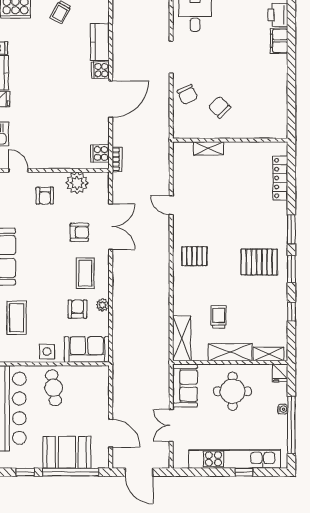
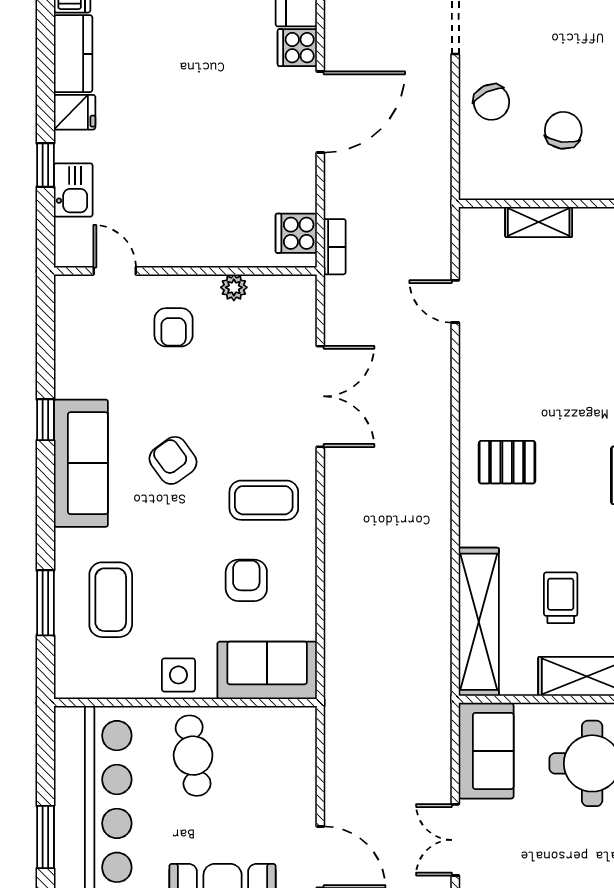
chair: (220, 107) -> (563, 130), turned 53
plant: (77, 183) -> (234, 287), width x0.53, depth x0.53
door: (171, 205) -> (455, 301), moved
armchair: (79, 232) -> (173, 460), moved, turned -126
coffee table: (85, 273) -> (264, 500), turned 90
plant: (103, 305) -> (303, 571), removed
shelving: (182, 338) -> (479, 622), width x1.47

